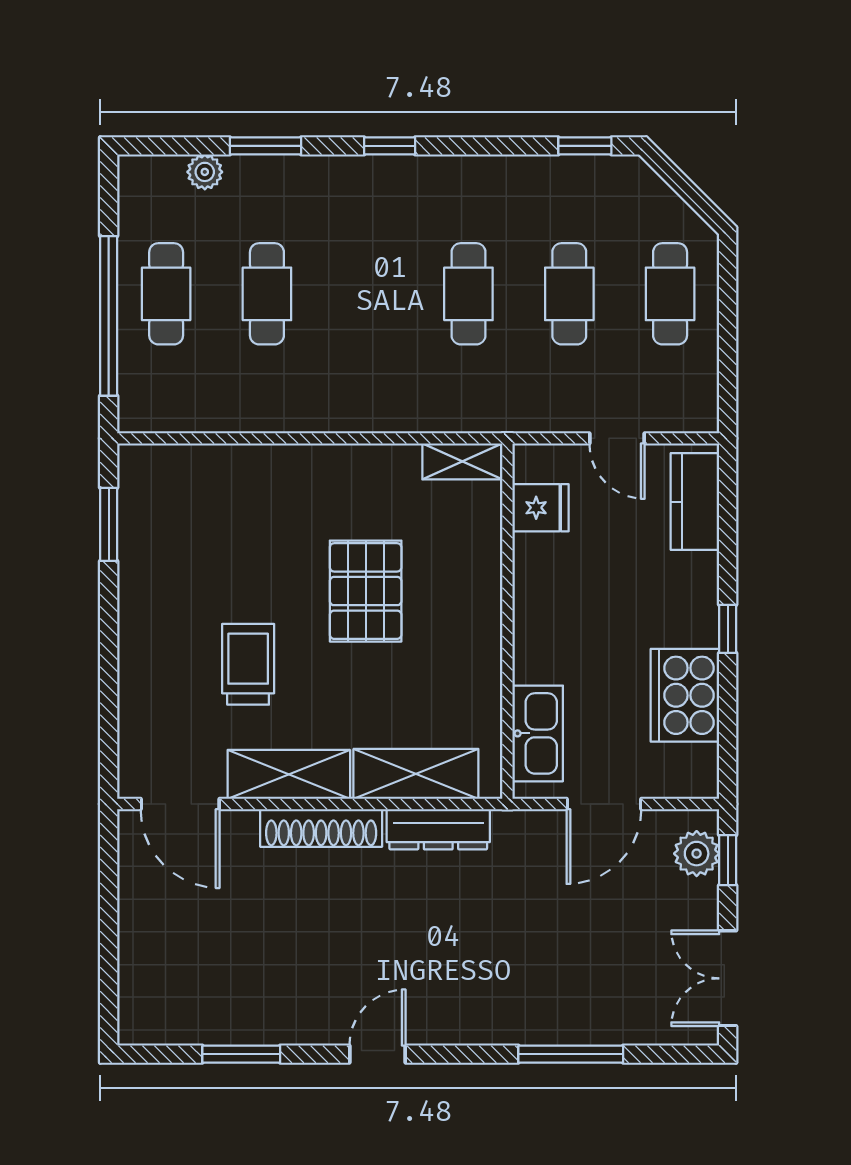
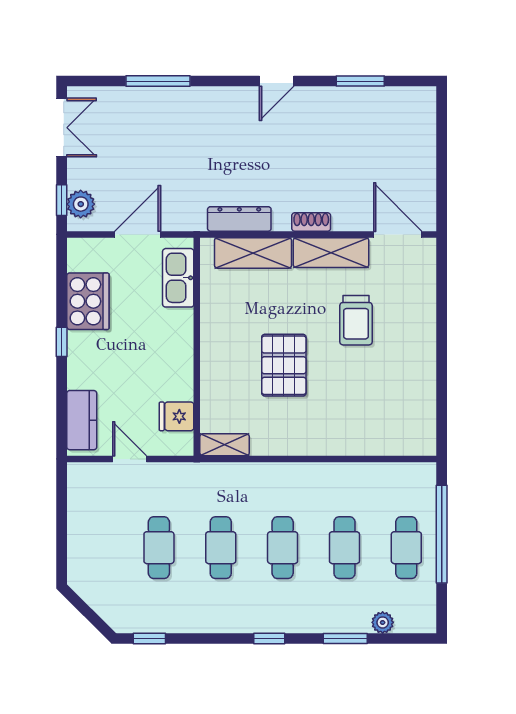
cafe table: (670, 294) -> (283, 548), moved
window: (109, 524) -> (442, 406), removed
shoe rack: (321, 828) -> (311, 222), width x0.51, depth x0.81

